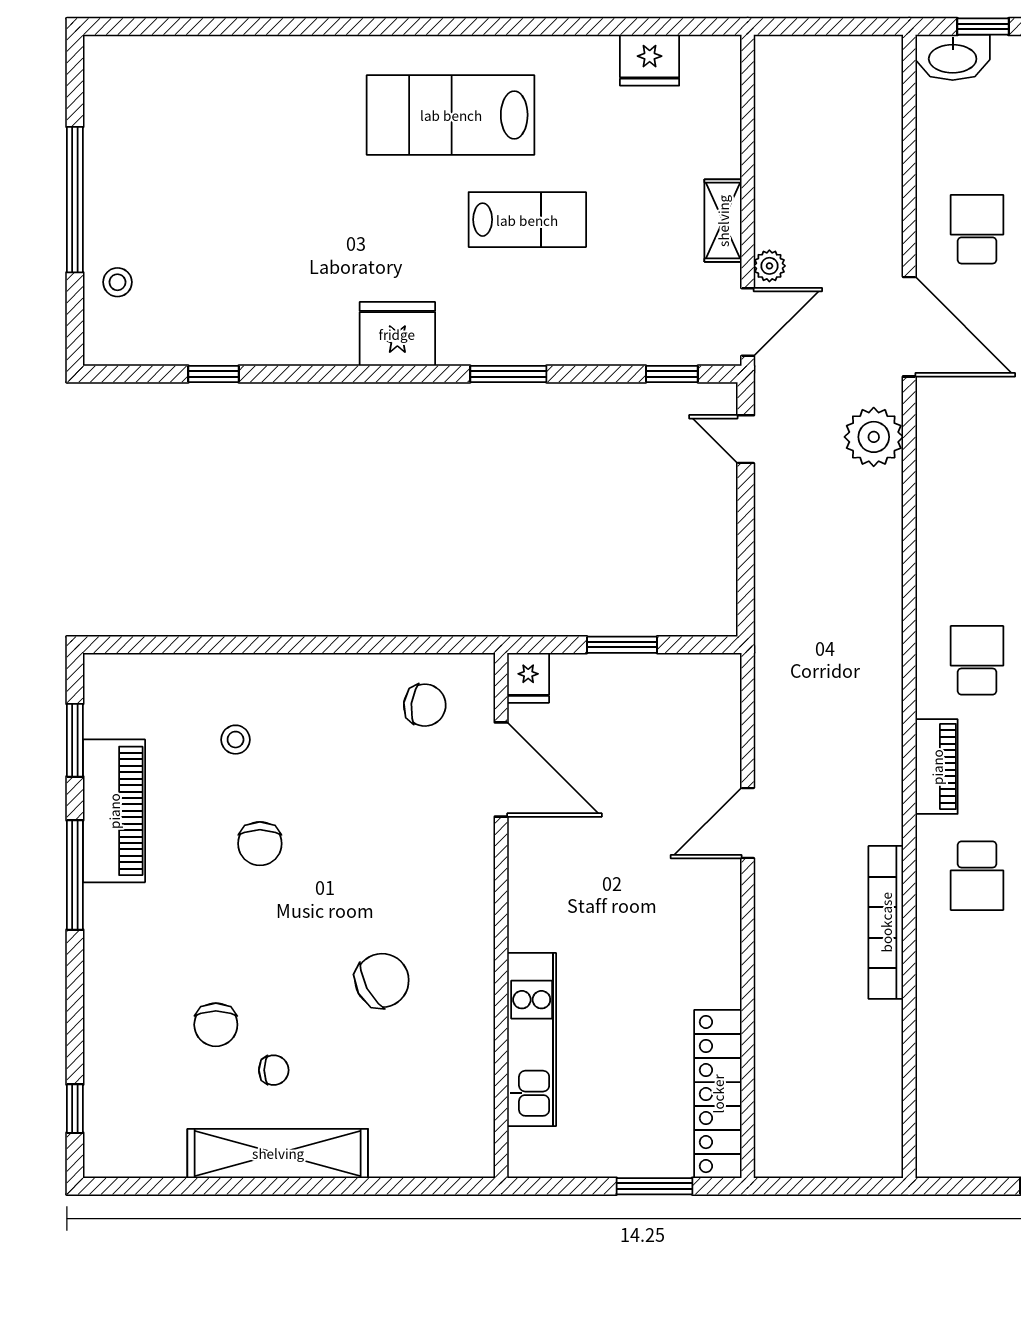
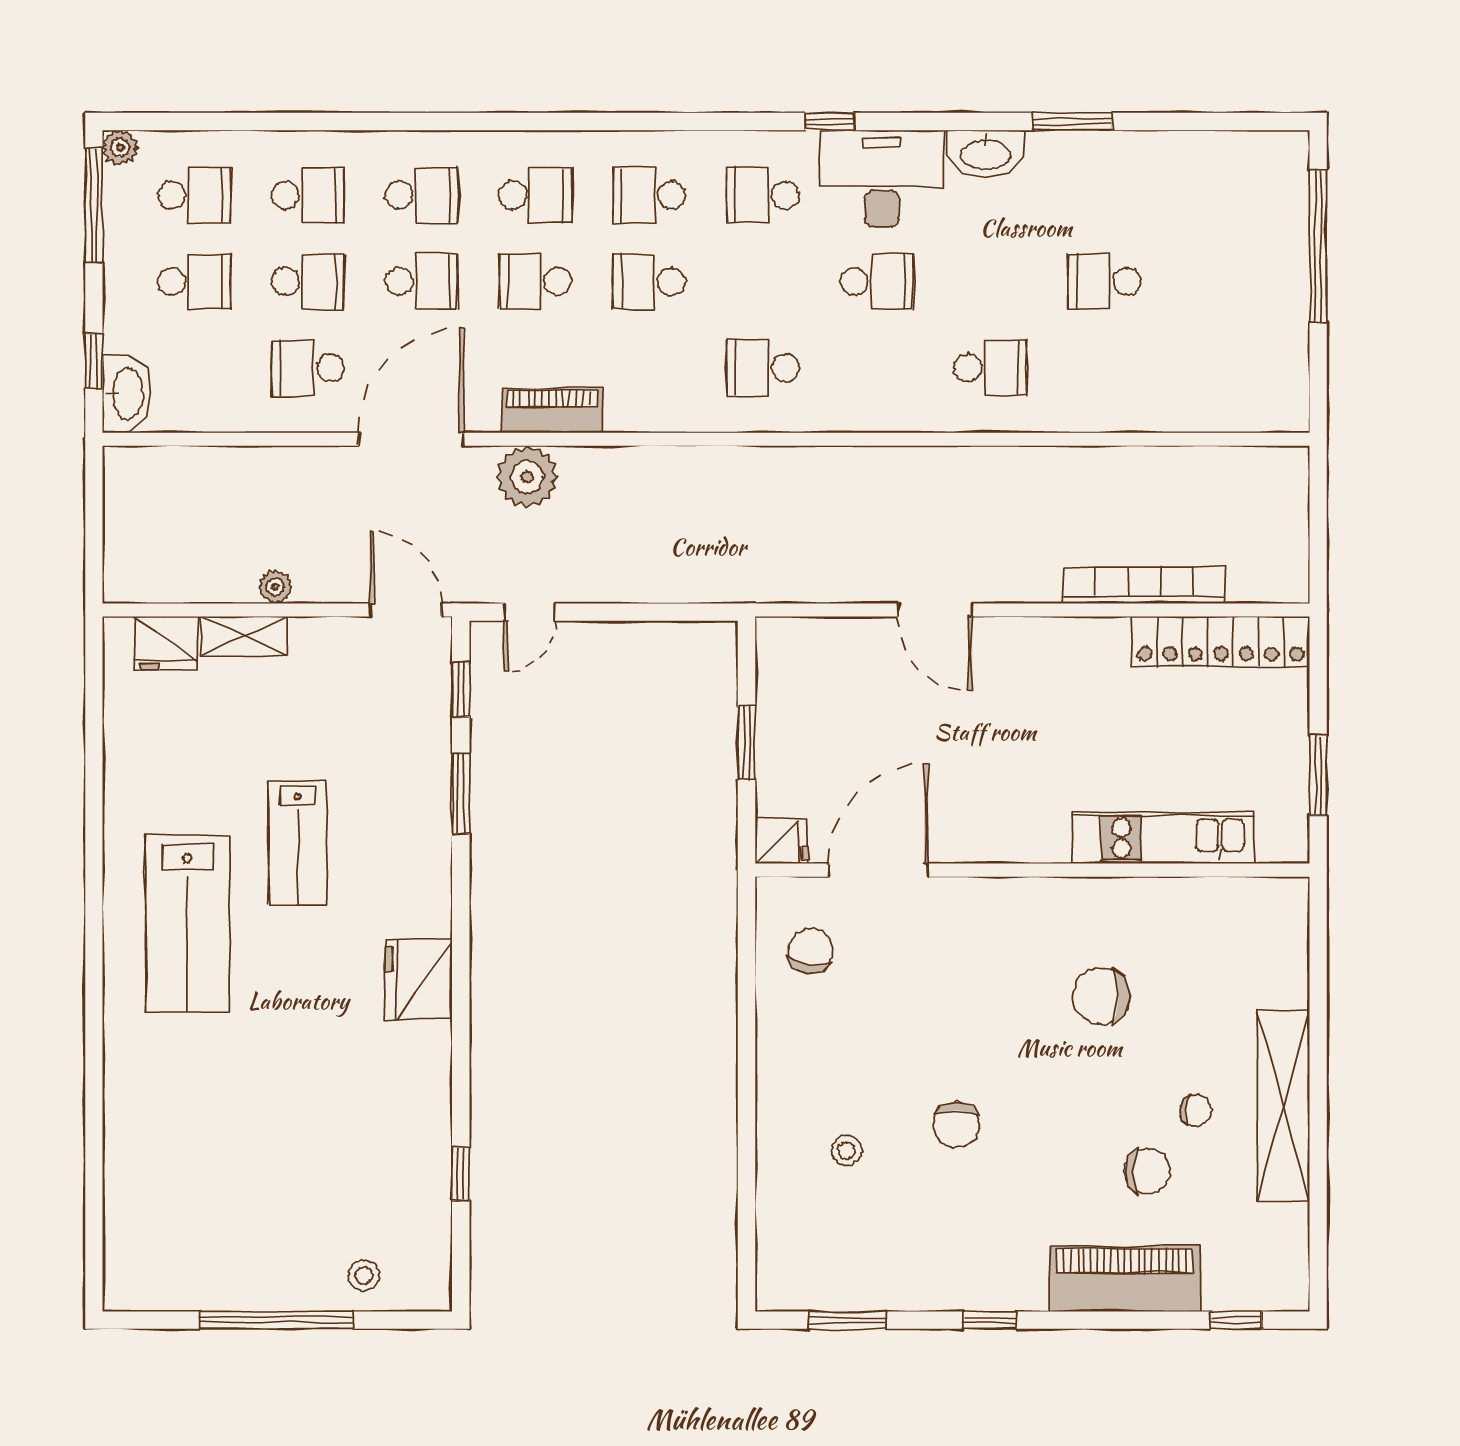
fridge: (650, 60) -> (166, 643), moved, turned 90
lab bench: (527, 220) -> (298, 843), turned 180
shelving: (723, 221) -> (244, 636), moved
plant: (769, 266) -> (275, 587), moved
window: (508, 374) -> (461, 794), moved
piano: (937, 767) -> (552, 411), moved
piano: (114, 811) -> (1125, 1279), moved
chair: (260, 844) -> (956, 1125), turned 90
window: (75, 875) -> (990, 1320), width x0.46
bookcase: (886, 922) -> (1144, 585), moved, turned 180
chair: (382, 980) -> (1101, 996), turned -62
chair: (274, 1070) -> (1196, 1110), turned 95
window: (654, 1186) -> (1318, 775), moved

